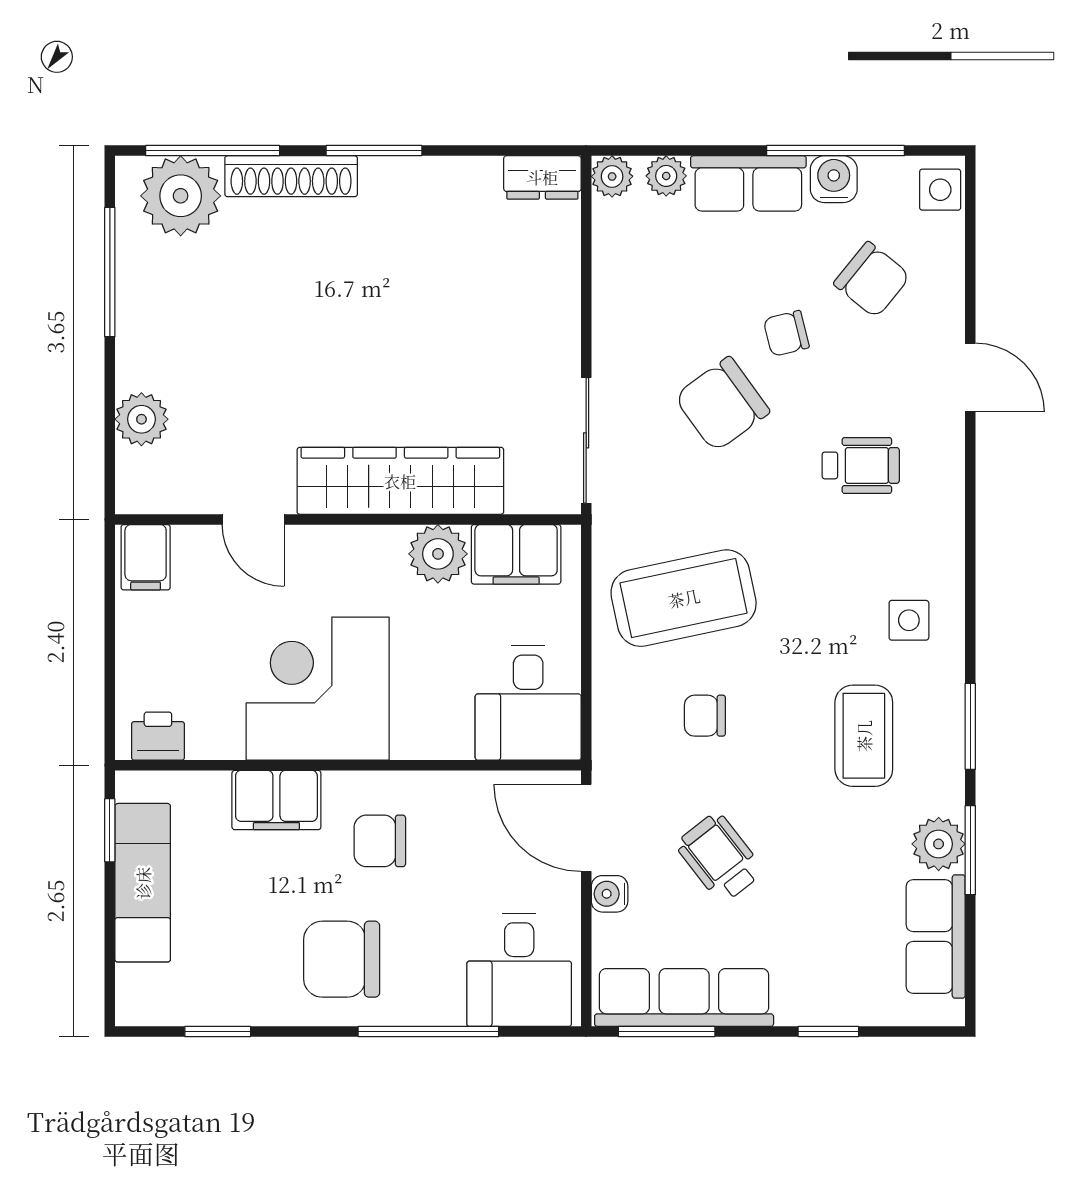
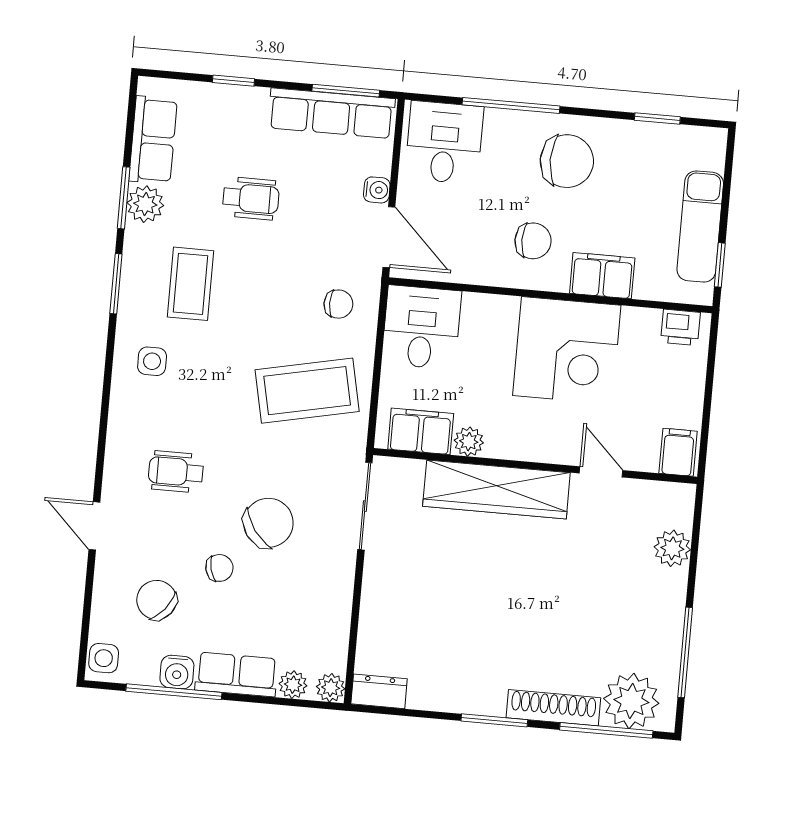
plant: (438, 554) -> (469, 442), width x0.73, depth x0.73
chair: (705, 716) -> (338, 304), moved
wheelchair: (720, 858) -> (251, 198), moved, turned -52

